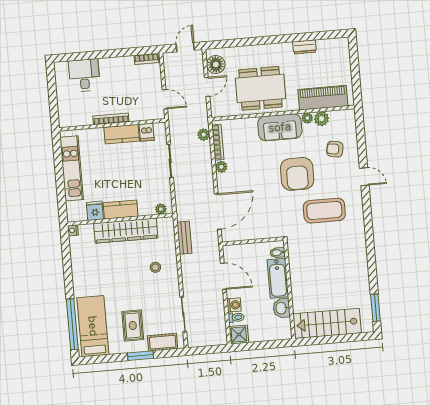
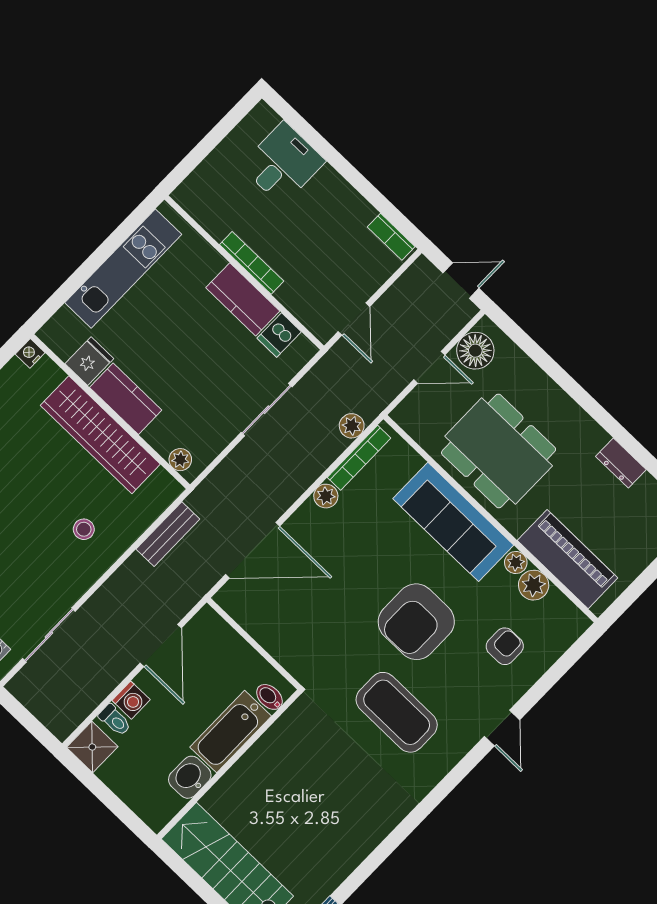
sofa: (280, 127) -> (453, 522), width x1.36
armchair: (335, 149) -> (505, 646), turned 80

